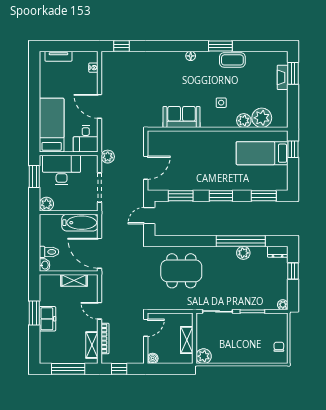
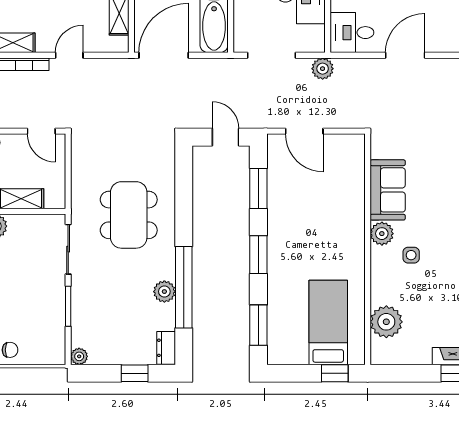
plant: (244, 121) -> (382, 234), moved
dining table: (181, 271) -> (129, 215), moved

